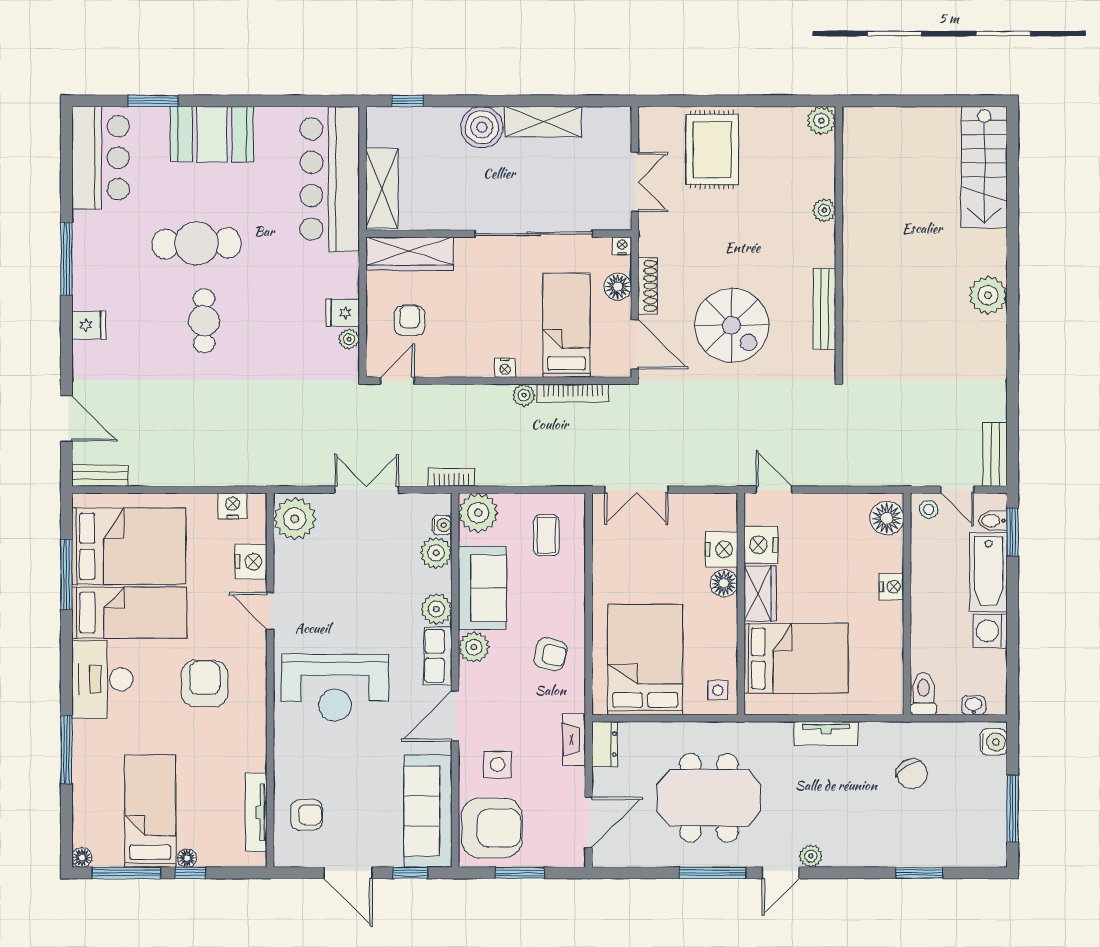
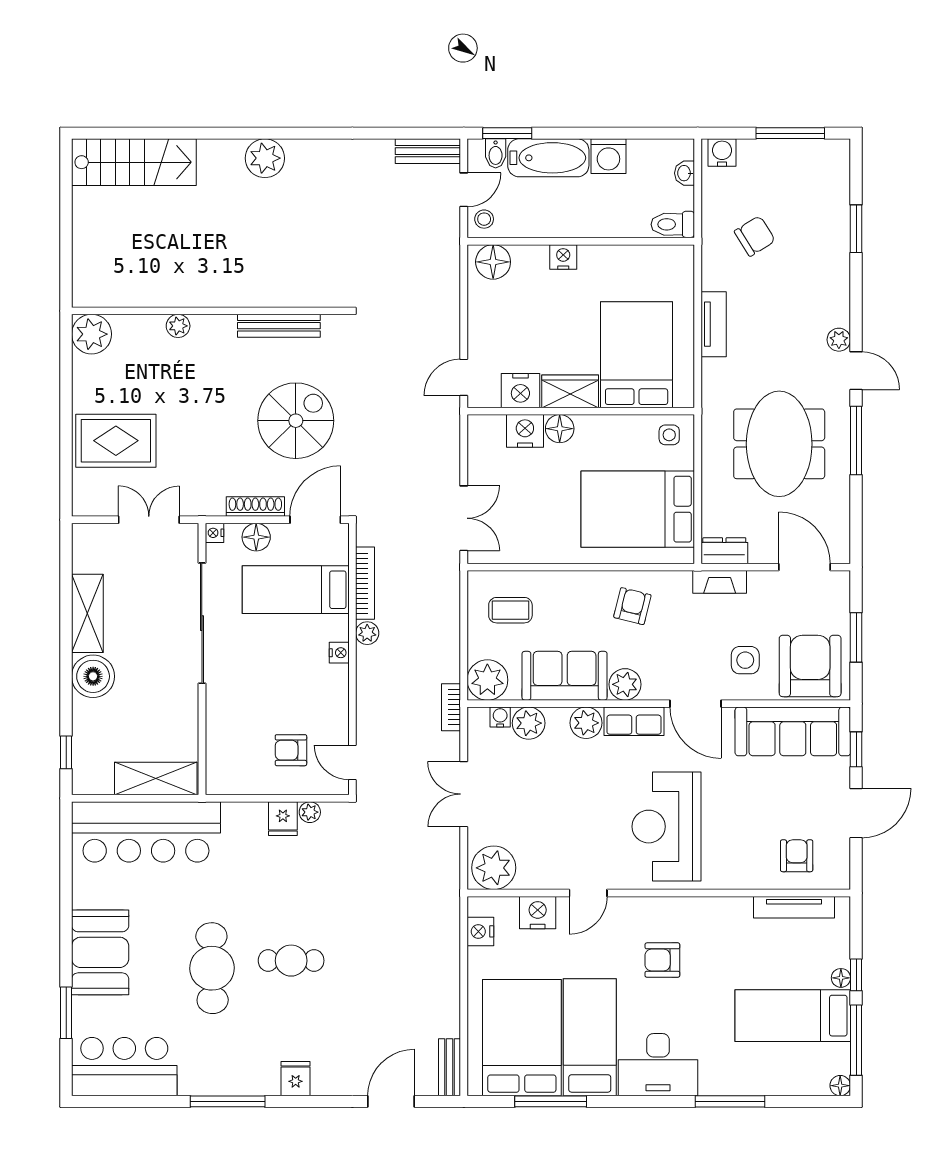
plant: (821, 121) -> (92, 334), width x1.36, depth x1.36
wardrobe: (410, 254) -> (222, 750), removed
armchair: (205, 684) -> (662, 960), width x0.72, depth x0.72
reception desk: (335, 688) -> (666, 827), turned 180

